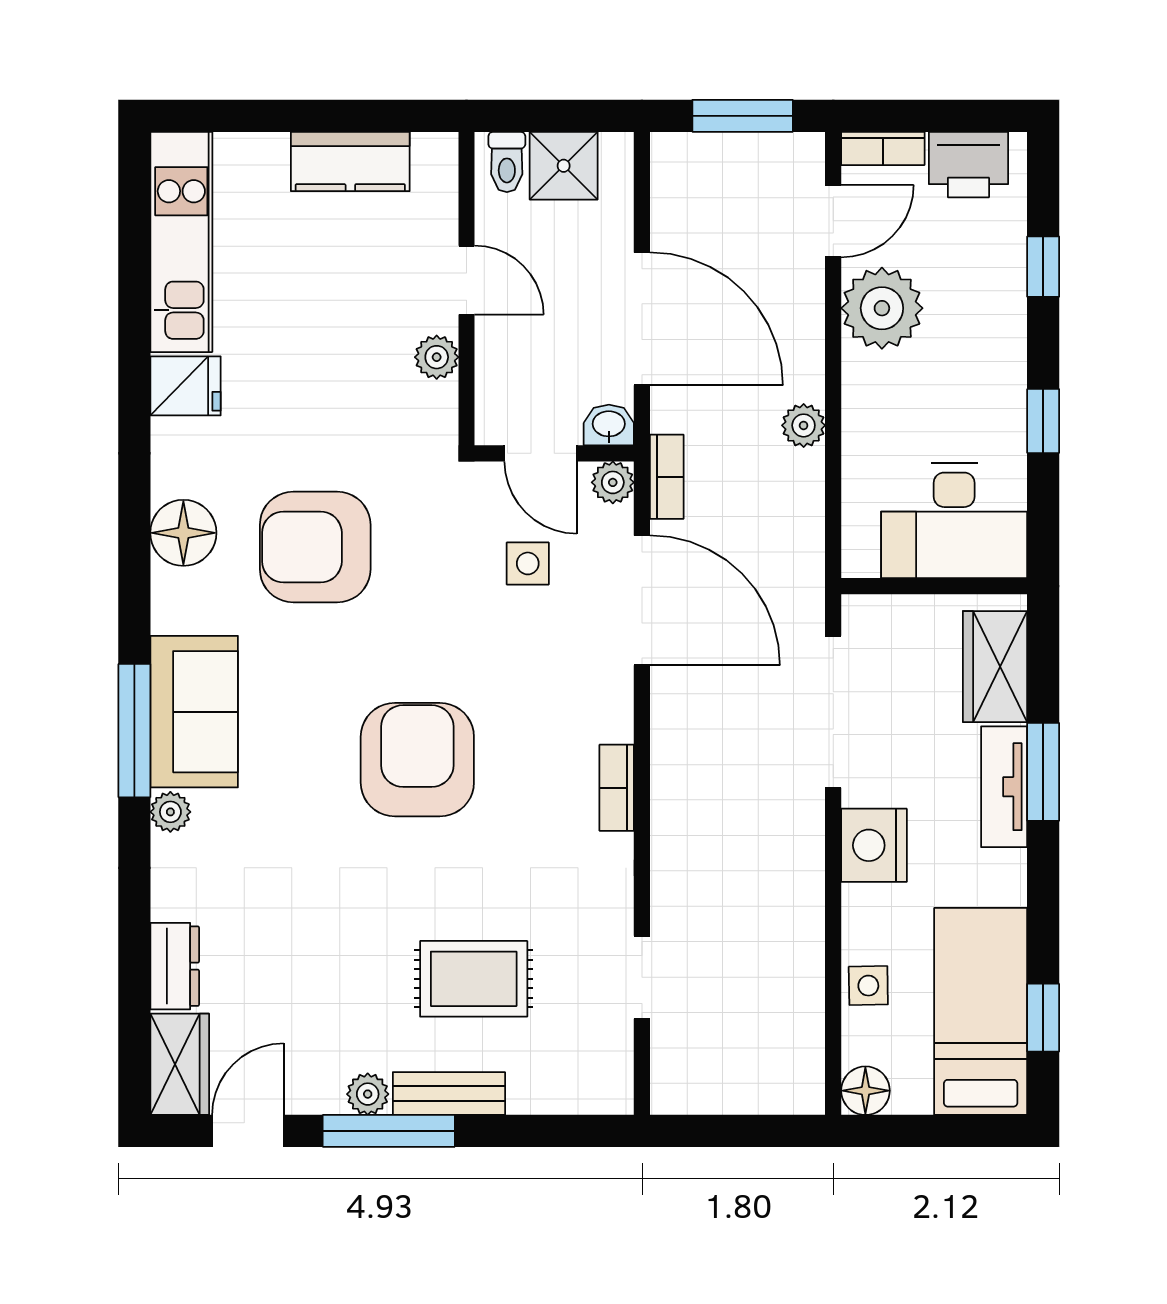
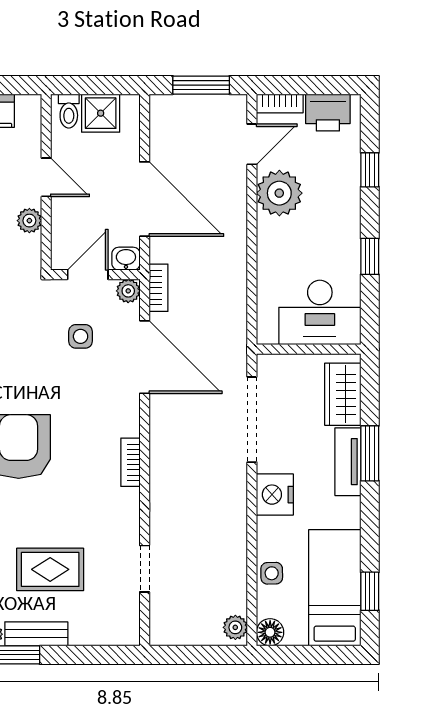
plant: (804, 425) -> (235, 627), moved
door: (541, 453) -> (88, 275), swing flipped

